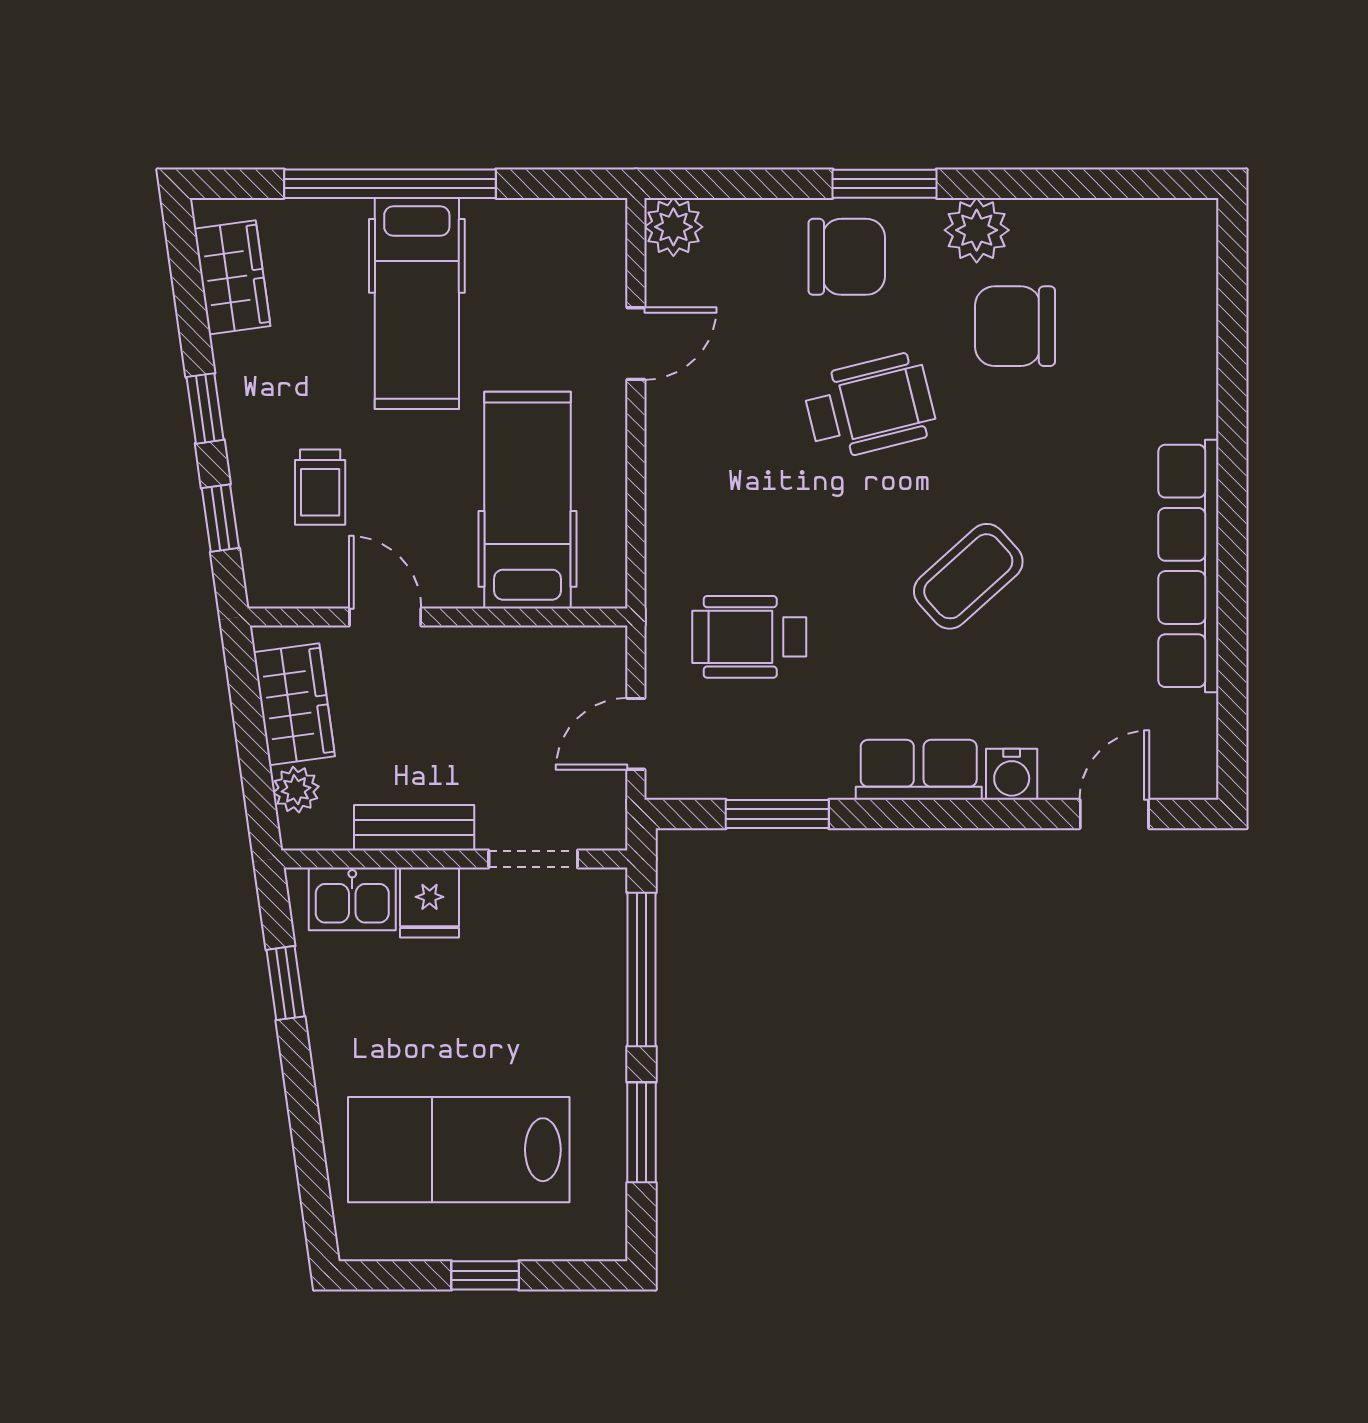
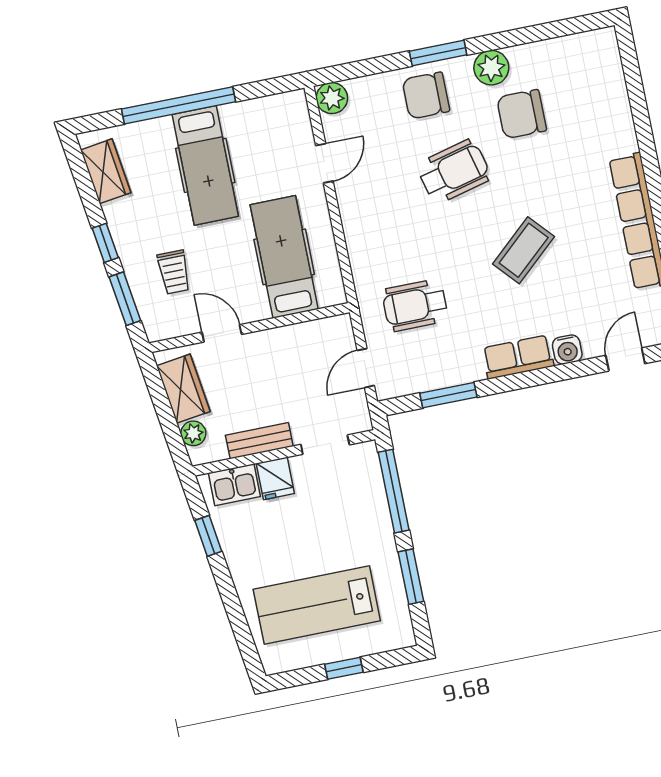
chair: (847, 257) -> (426, 95), turned 180
window: (220, 518) -> (125, 299), width x1.50

